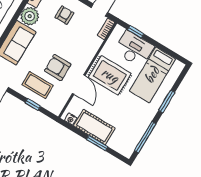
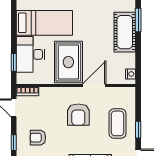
armchair: (58, 68) -> (78, 115), moved
window: (33, 104) -> (138, 130), moved
cot: (94, 127) -> (125, 32), moved
window: (97, 143) -> (138, 20), moved

